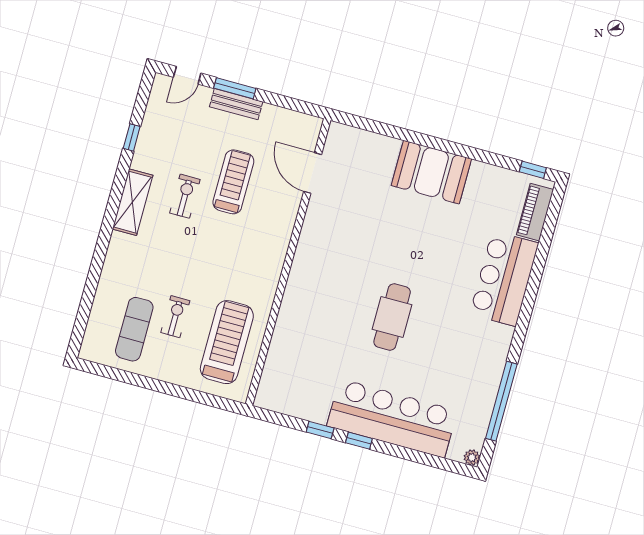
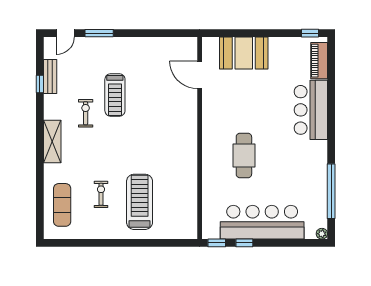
bench: (236, 104) -> (50, 76), moved, turned 90
door: (313, 173) -> (200, 75), moved
treadmill: (233, 182) -> (115, 95), turned 180
shelving: (133, 202) -> (52, 142), moved
wall: (288, 262) -> (200, 138), moved
exercise mat: (134, 329) -> (62, 205), moved

